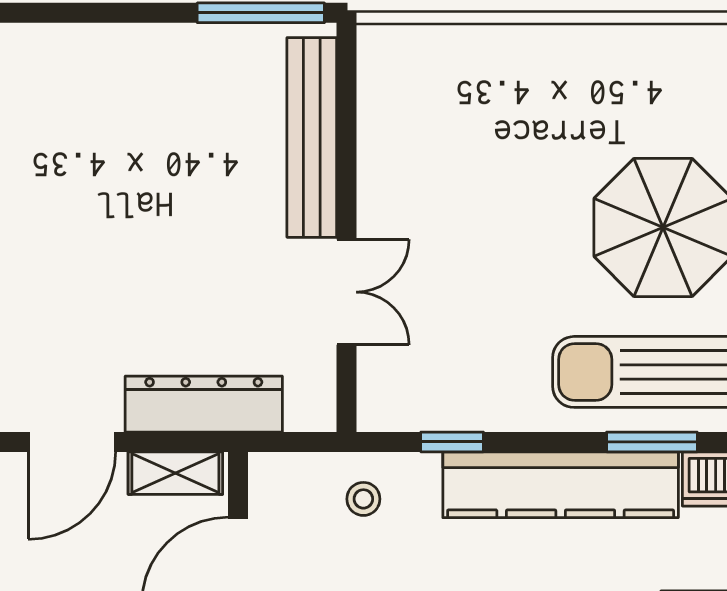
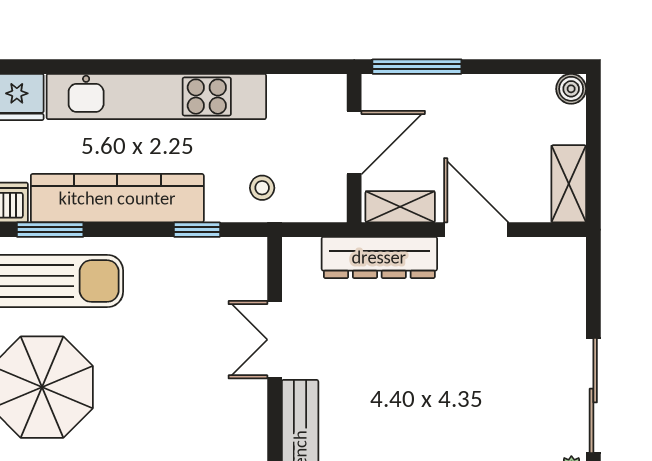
door: (72, 442) -> (476, 230), hinge flipped

